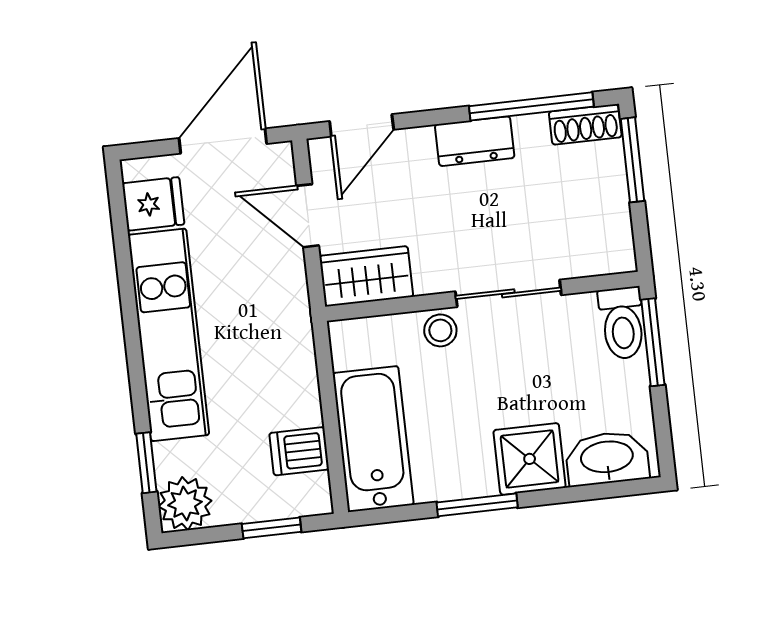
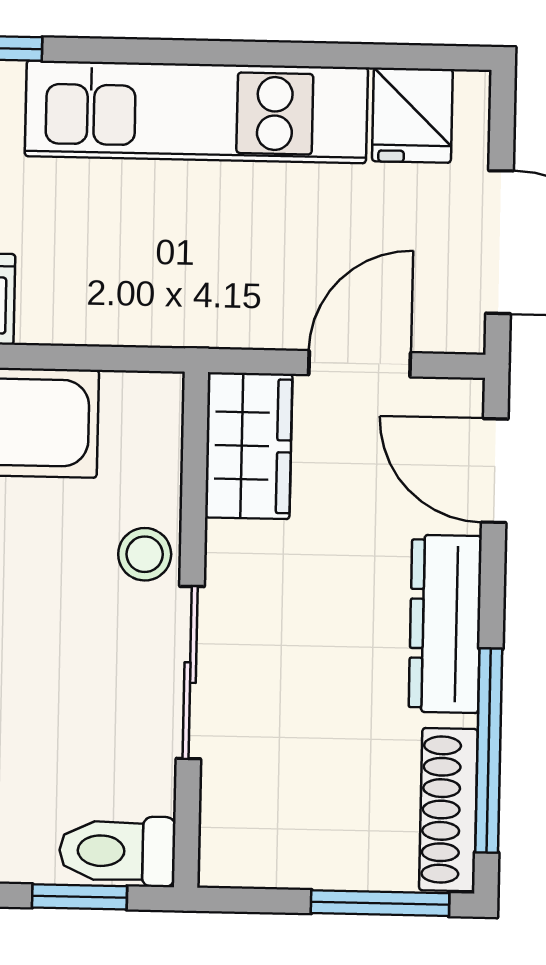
shoe rack: (585, 124) -> (448, 810), width x1.43
dresser: (475, 141) -> (445, 624), width x1.44
window: (653, 342) -> (79, 897), width x0.67

